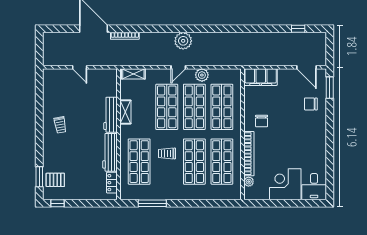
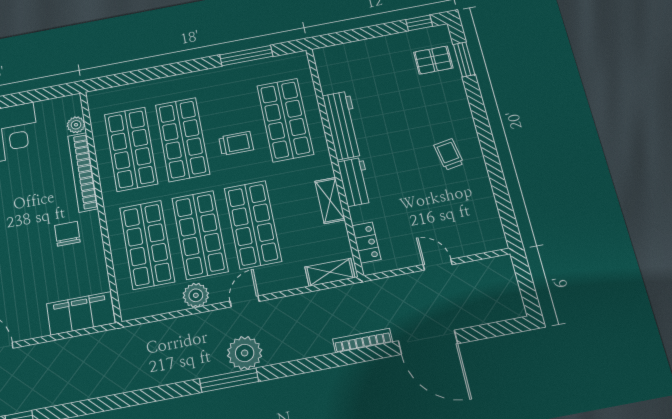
window: (193, 29) -> (229, 380), added
workbench: (111, 115) -> (355, 182), width x0.73
locker: (112, 183) -> (366, 242), moved

